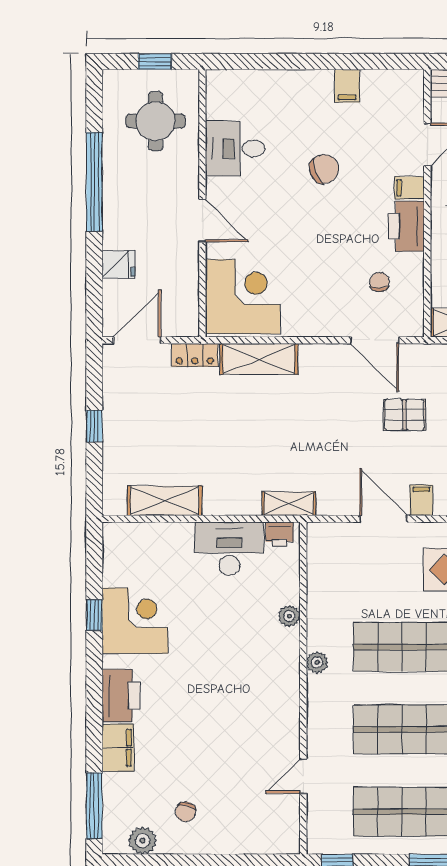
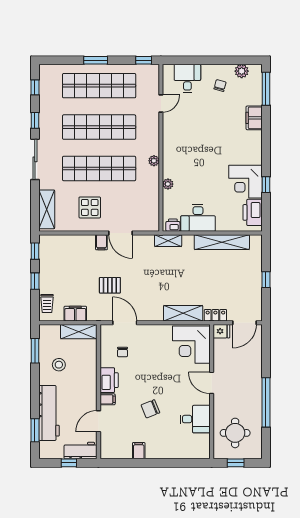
fridge: (118, 265) -> (221, 331), moved, turned 180
shelving: (165, 501) -> (222, 242), width x1.47
printer: (121, 696) -> (253, 212), moved
desk: (250, 826) -> (187, 78), added

